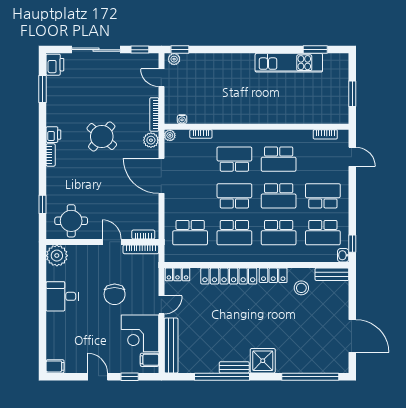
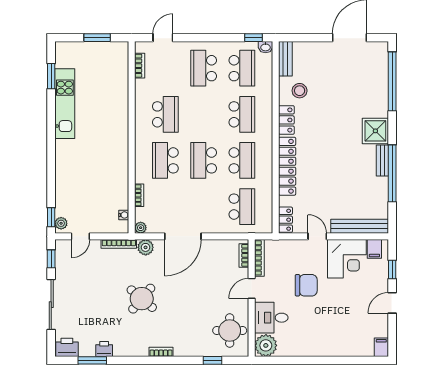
printer: (53, 135) -> (104, 349), moved
school desk: (279, 196) -> (204, 114), removed
desk: (62, 296) -> (271, 318), moved, turned 90

